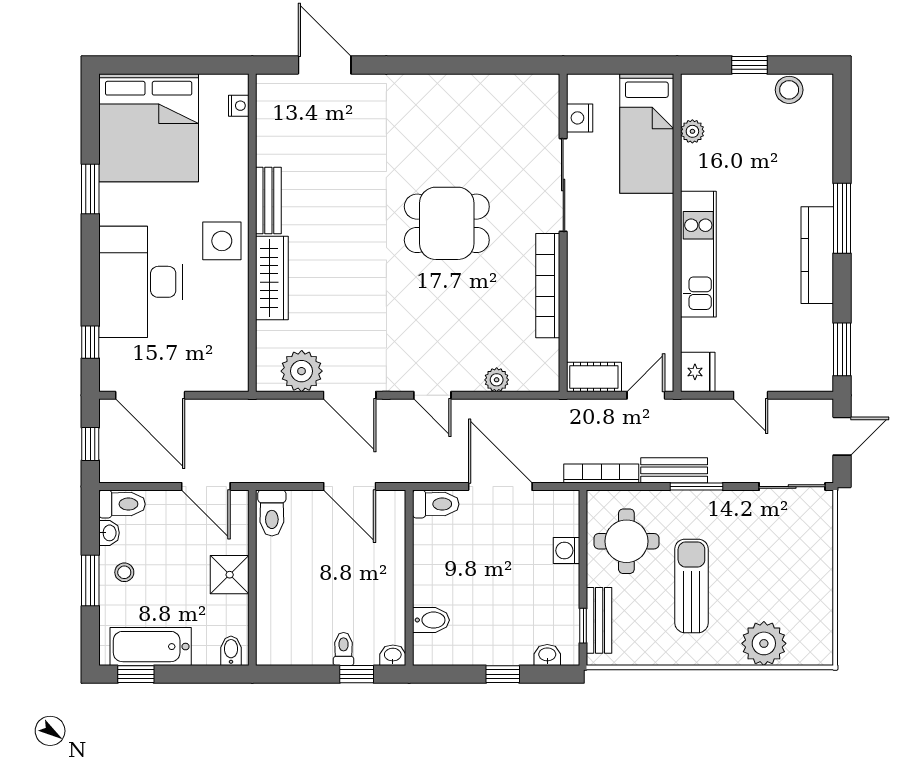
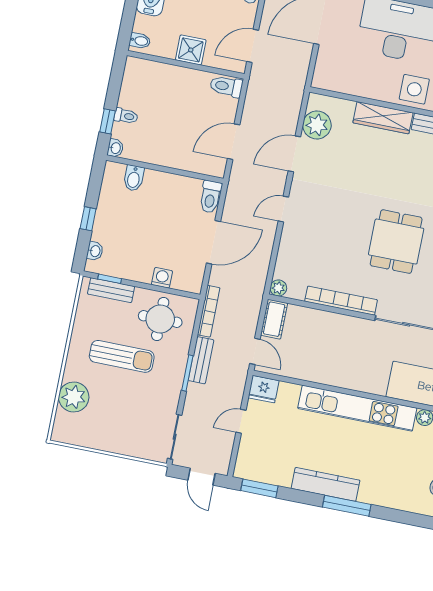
kitchen unit: (698, 254) -> (357, 408), width x1.36
plant: (497, 380) -> (278, 288), moved

